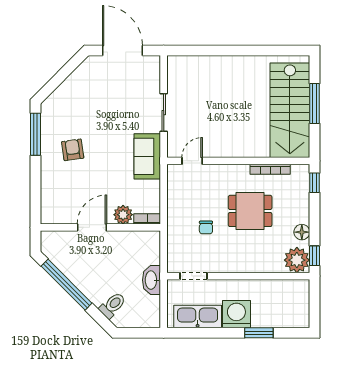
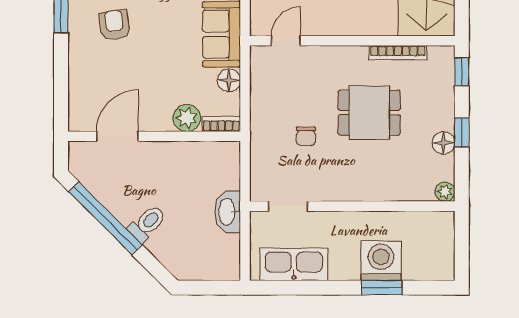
floor lamp: (152, 188) -> (229, 80), added
door: (92, 227) -> (117, 136), moved
window: (315, 256) -> (462, 132), moved
plant: (297, 260) -> (445, 192), width x0.53, depth x0.53
toilet: (113, 305) -> (147, 224), moved
washing machine: (236, 314) -> (381, 261), moved

